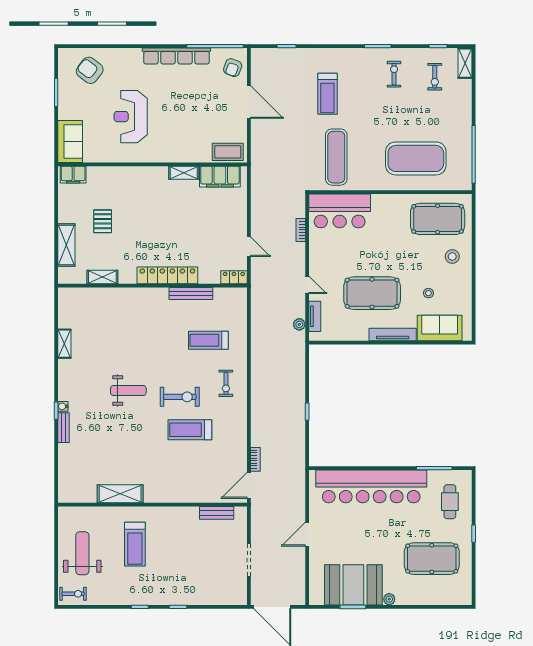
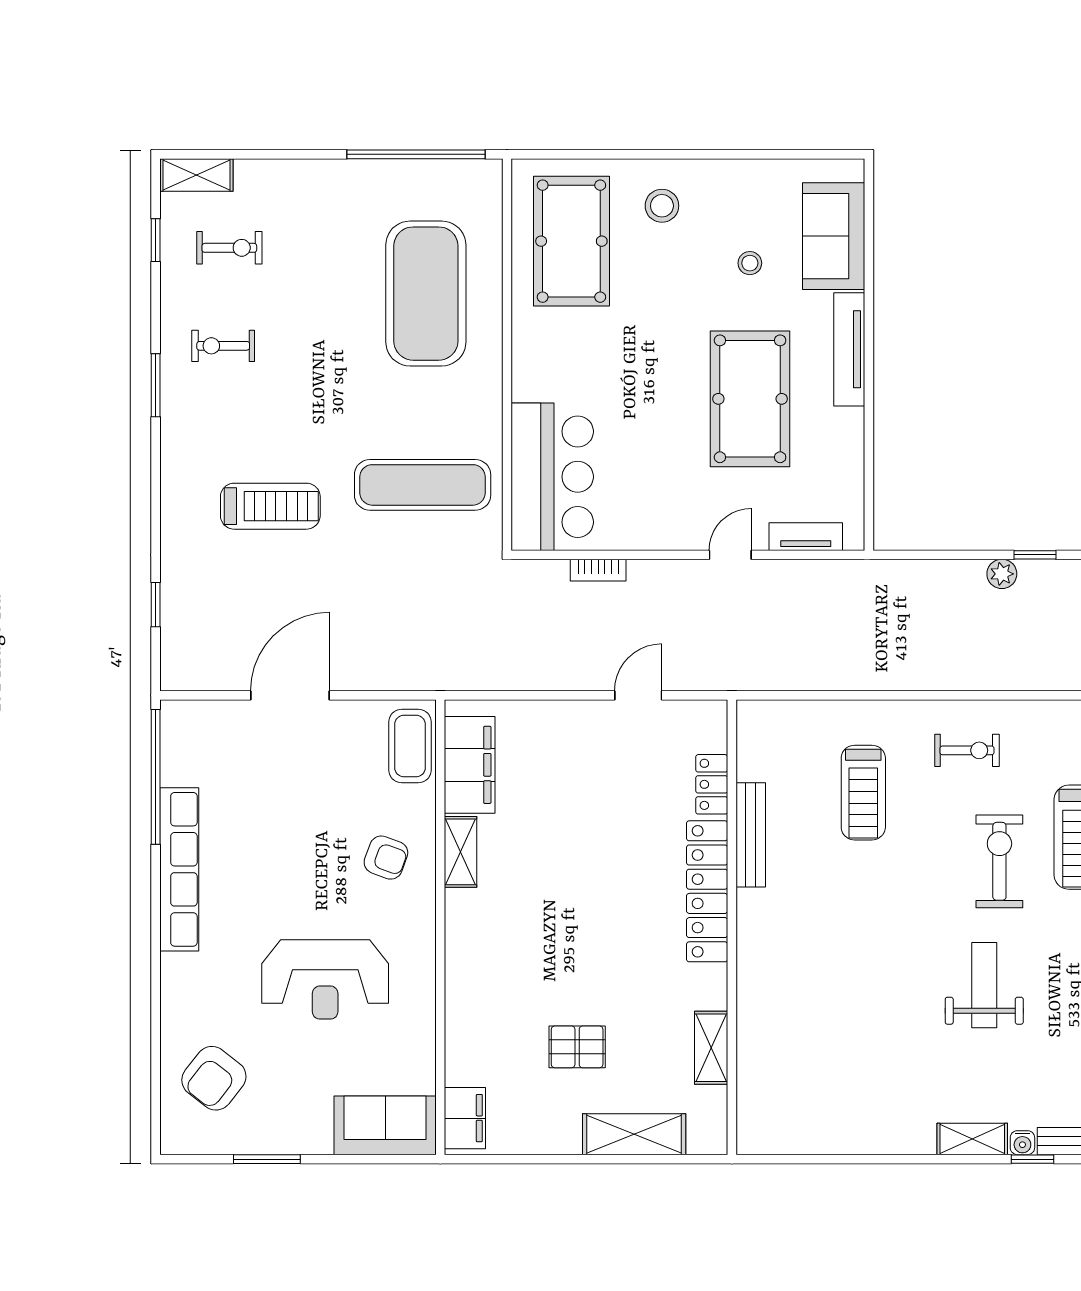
armchair: (233, 68) -> (386, 858), moved
locker: (234, 277) -> (712, 784), moved
plant: (299, 324) -> (1002, 574), moved
shelving: (64, 344) -> (972, 1139), moved

